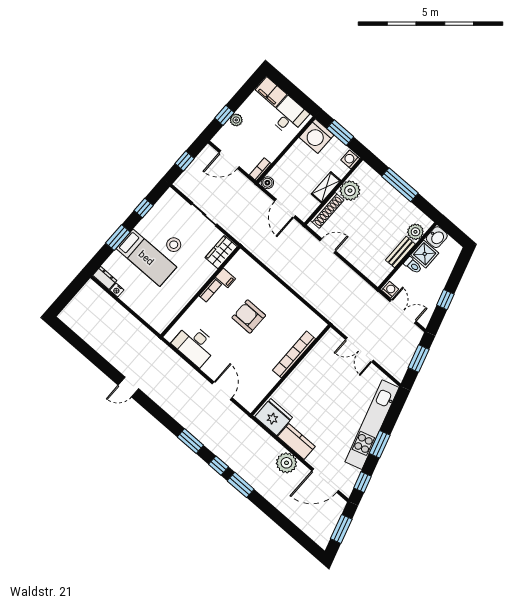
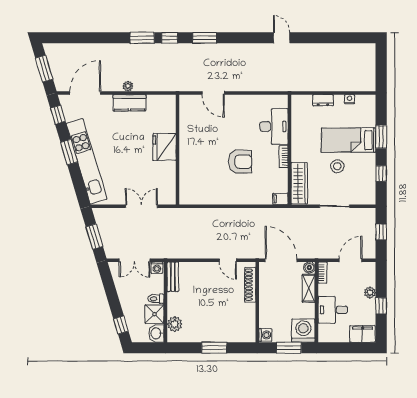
window: (224, 115) -> (381, 306), moved
desk: (289, 116) -> (333, 310), moved, turned 90
window: (400, 185) -> (214, 348), width x0.69
shelving: (326, 187) -> (309, 288), moved
plant: (350, 191) -> (246, 313), removed
door: (285, 208) -> (281, 260), width x1.36
door: (328, 246) -> (228, 260), hinge flipped
wardrobe: (221, 252) -> (299, 183), width x1.50
bench: (400, 252) -> (173, 277), moved
dresser: (105, 278) -> (323, 100), moved
filing cabinet: (225, 278) -> (280, 199), moved
window: (445, 300) -> (121, 325), moved
desk: (195, 345) -> (274, 127), moved, turned 90
bookcase: (294, 355) -> (185, 163), removed
door: (128, 387) -> (282, 38), hinge flipped
fridge: (274, 417) -> (164, 147), moved, turned 90
plant: (287, 463) -> (128, 86), width x0.53, depth x0.53

